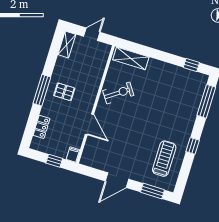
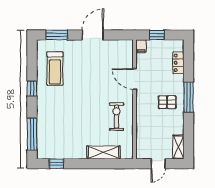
shelving: (131, 58) -> (103, 152), moved
exercise bike: (118, 93) -> (117, 117), turned 125

